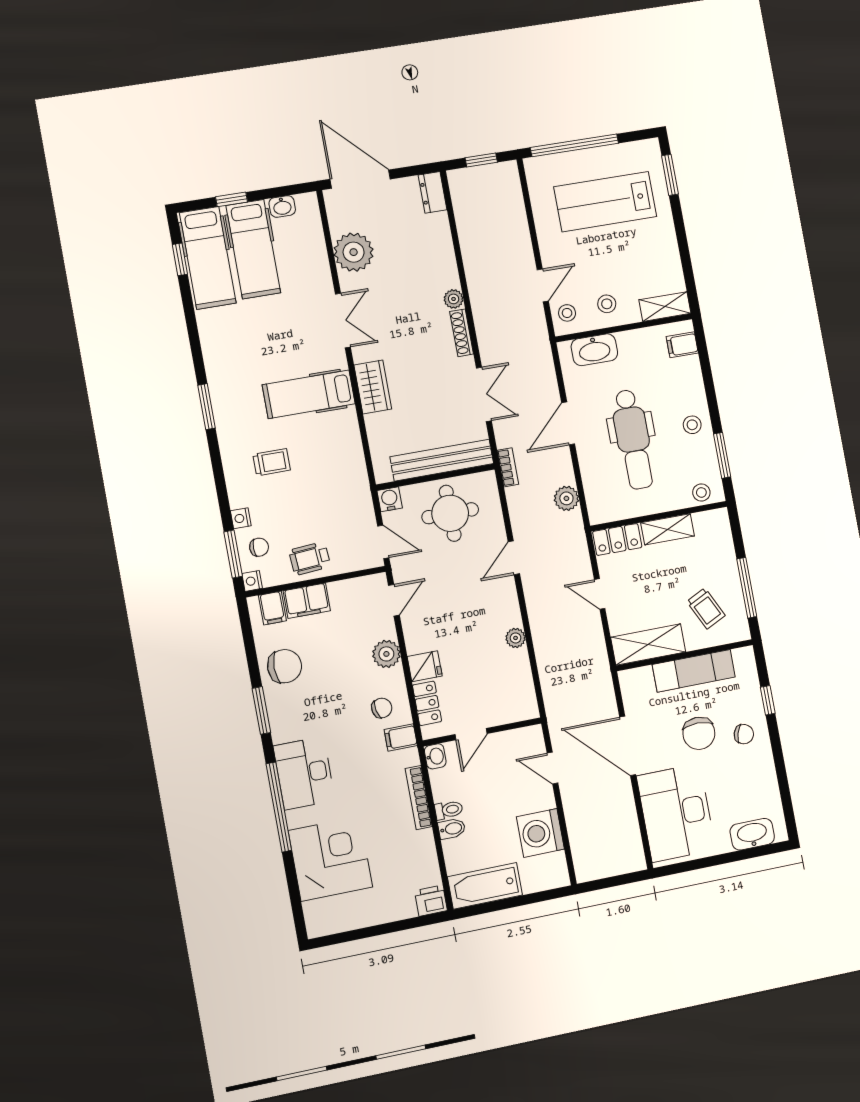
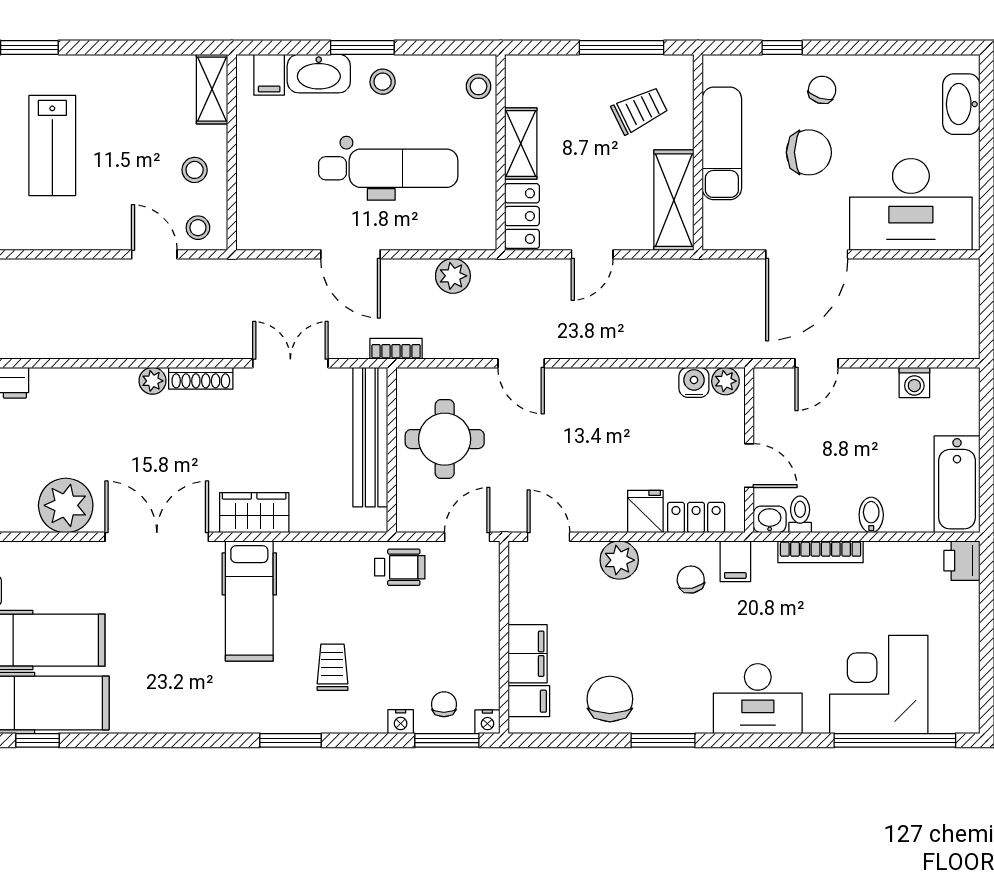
lab bench: (605, 202) -> (52, 145), width x0.73, depth x0.72
double door: (343, 321) -> (157, 537), width x1.37
washbasin: (594, 350) -> (319, 74), moved, turned 90
window: (206, 407) -> (291, 740), moved
window: (722, 455) -> (362, 47), moved
water cooler: (390, 499) -> (694, 382), moved, turned 90
wheelchair: (310, 559) -> (400, 567), moved, turned -86
plant: (516, 638) -> (725, 381), moved
window: (279, 807) -> (895, 740), moved
toilet: (449, 810) -> (800, 514), moved
washing machine: (540, 833) -> (914, 382), width x0.53, depth x0.53

